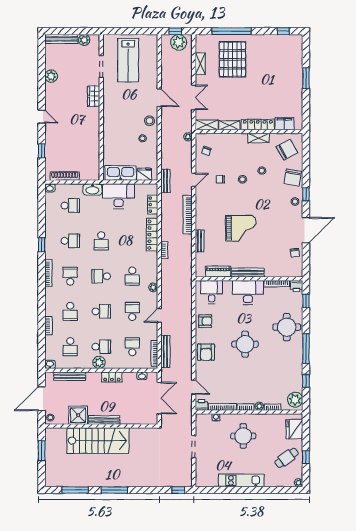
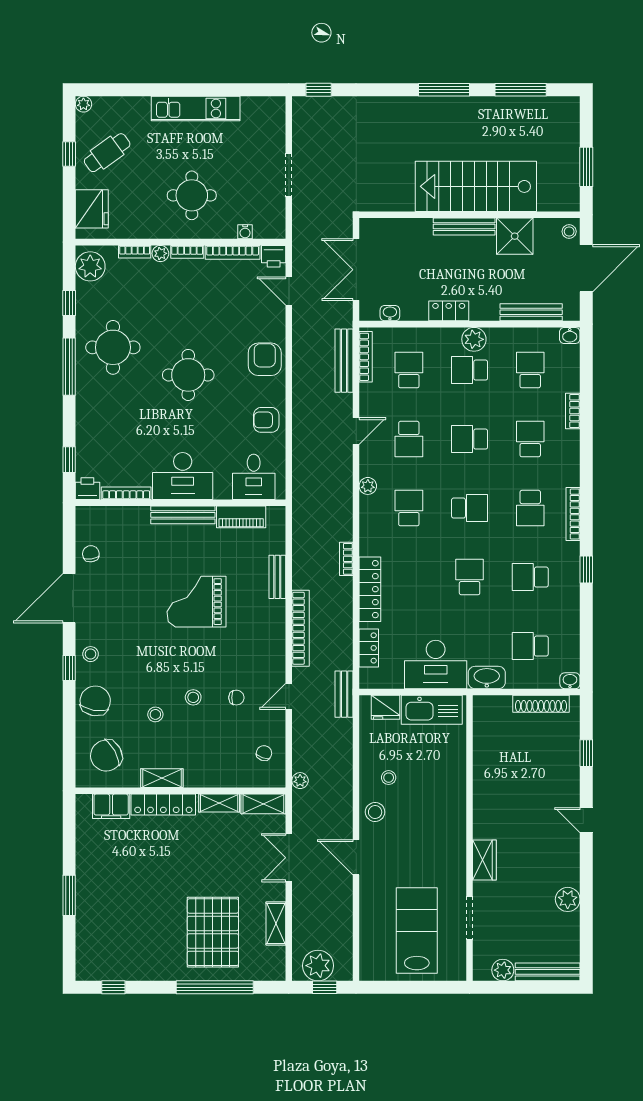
round table: (287, 327) -> (113, 347), moved
school desk: (132, 347) -> (409, 370), turned 180

